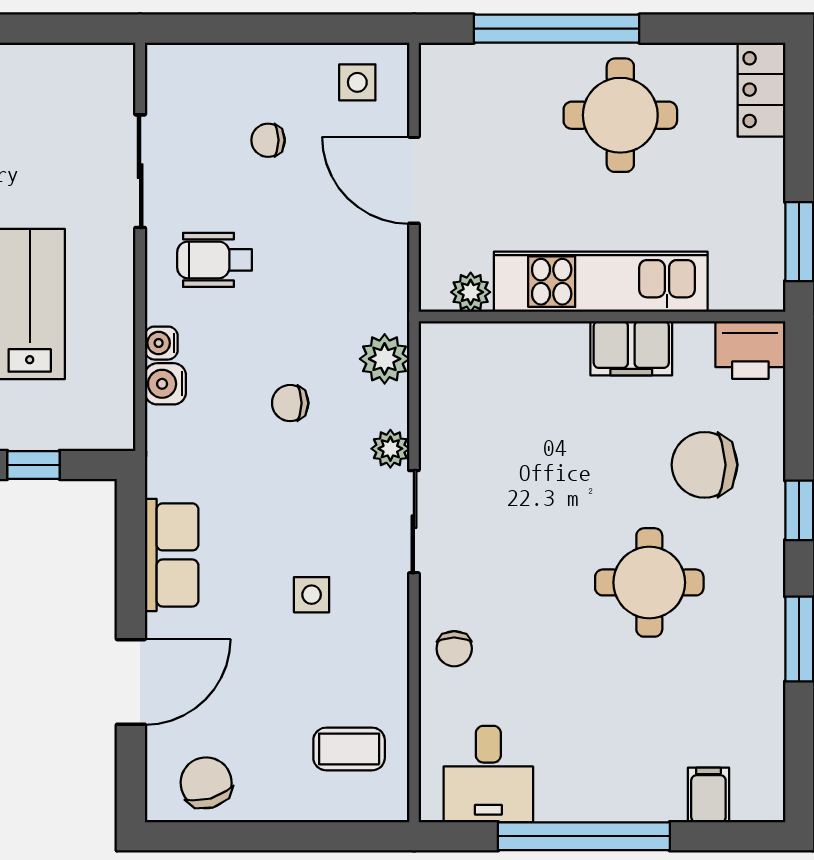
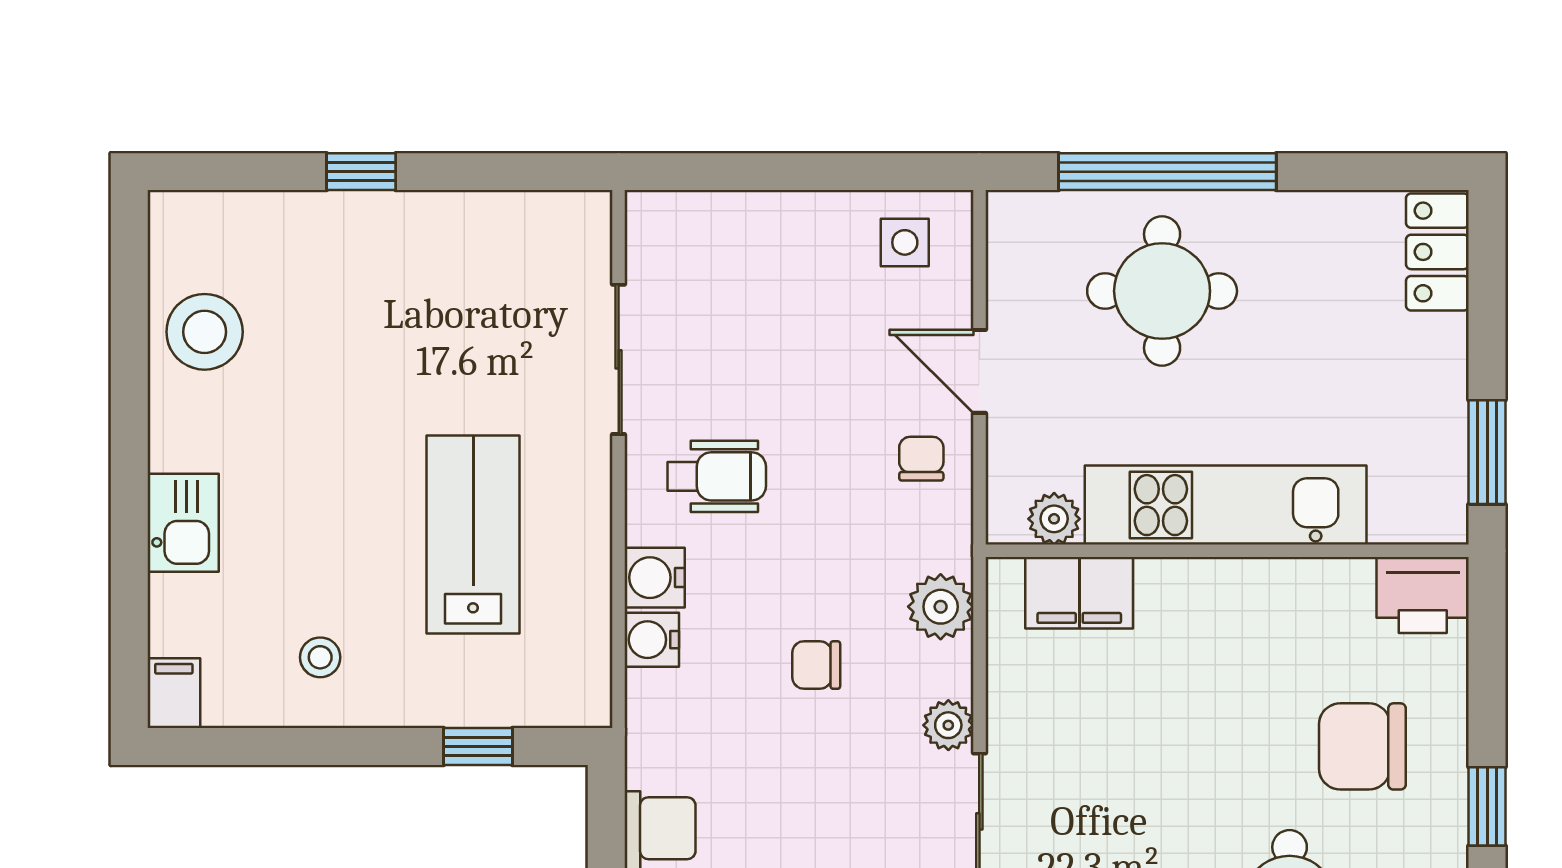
round table: (620, 115) -> (1162, 291), moved
chair: (268, 140) -> (921, 459), moved, turned 90
door: (414, 180) -> (979, 371), width x0.73
wheelchair: (214, 260) -> (717, 476), turned 180
water cooler: (161, 343) -> (655, 578), width x1.38, depth x1.38
filing cabinet: (631, 348) -> (1079, 593), moved

